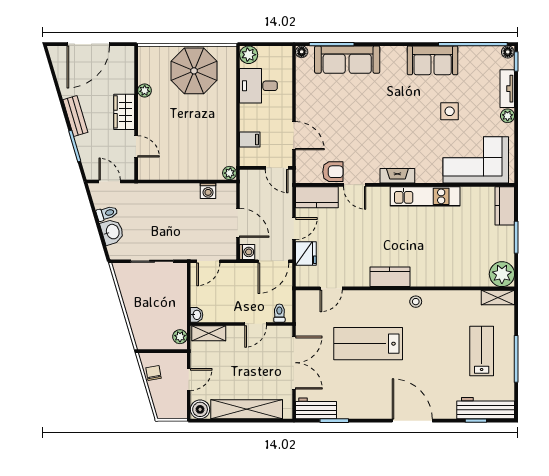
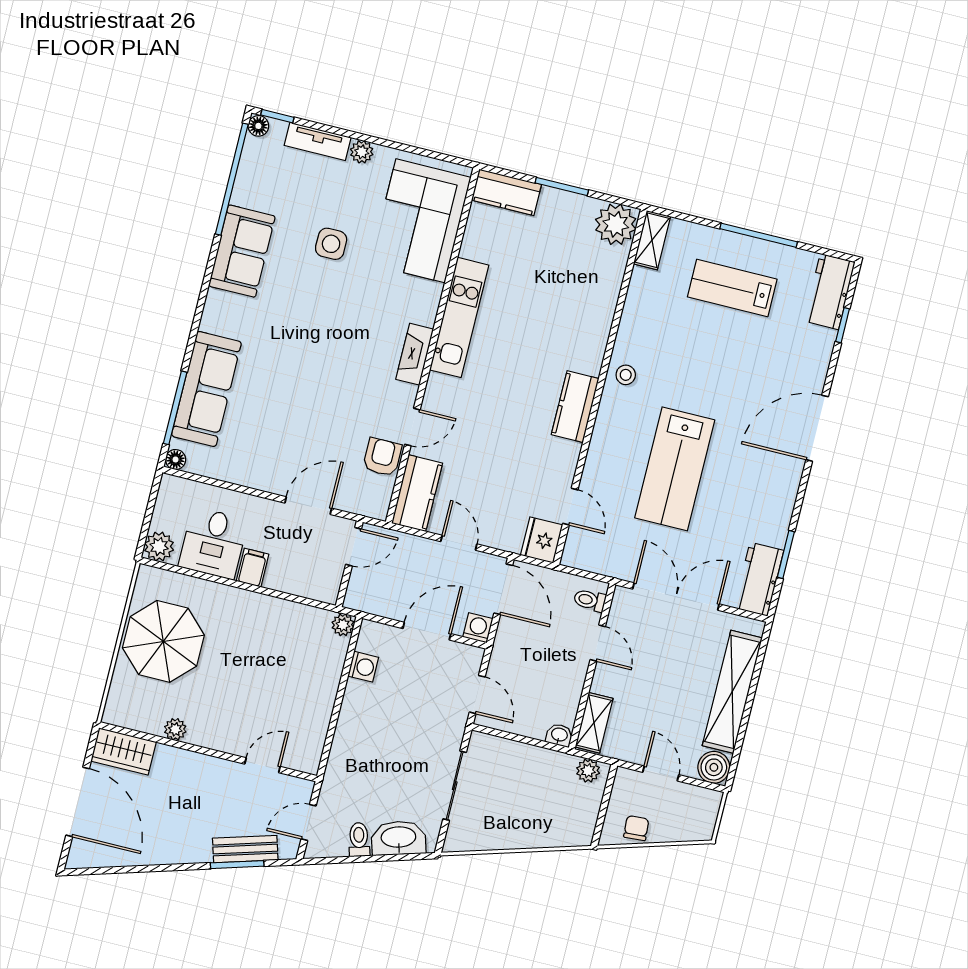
wardrobe: (124, 112) -> (123, 751), moved
bench: (75, 116) -> (245, 849), moved
filing cabinet: (250, 140) -> (253, 568), moved
washbasin: (112, 232) -> (399, 838), width x1.38
fridge: (306, 254) -> (542, 540), moved, turned -90
chair: (153, 373) -> (636, 828), turned 96
workbench: (486, 408) -> (829, 292), width x0.73

